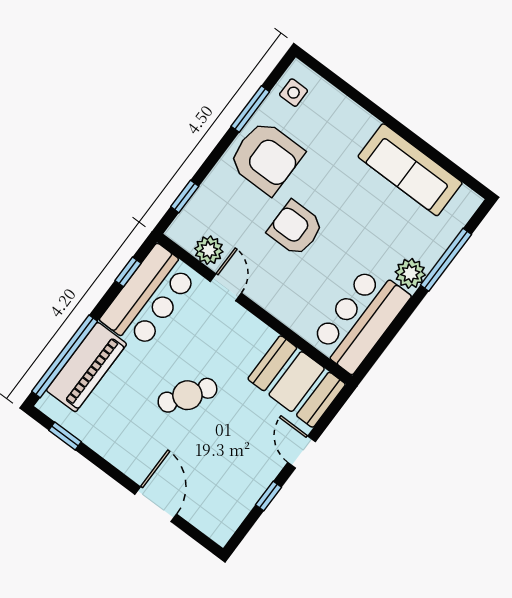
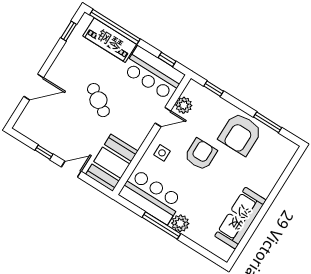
side table: (294, 93) -> (162, 153), moved
window: (446, 260) -> (161, 226), moved

